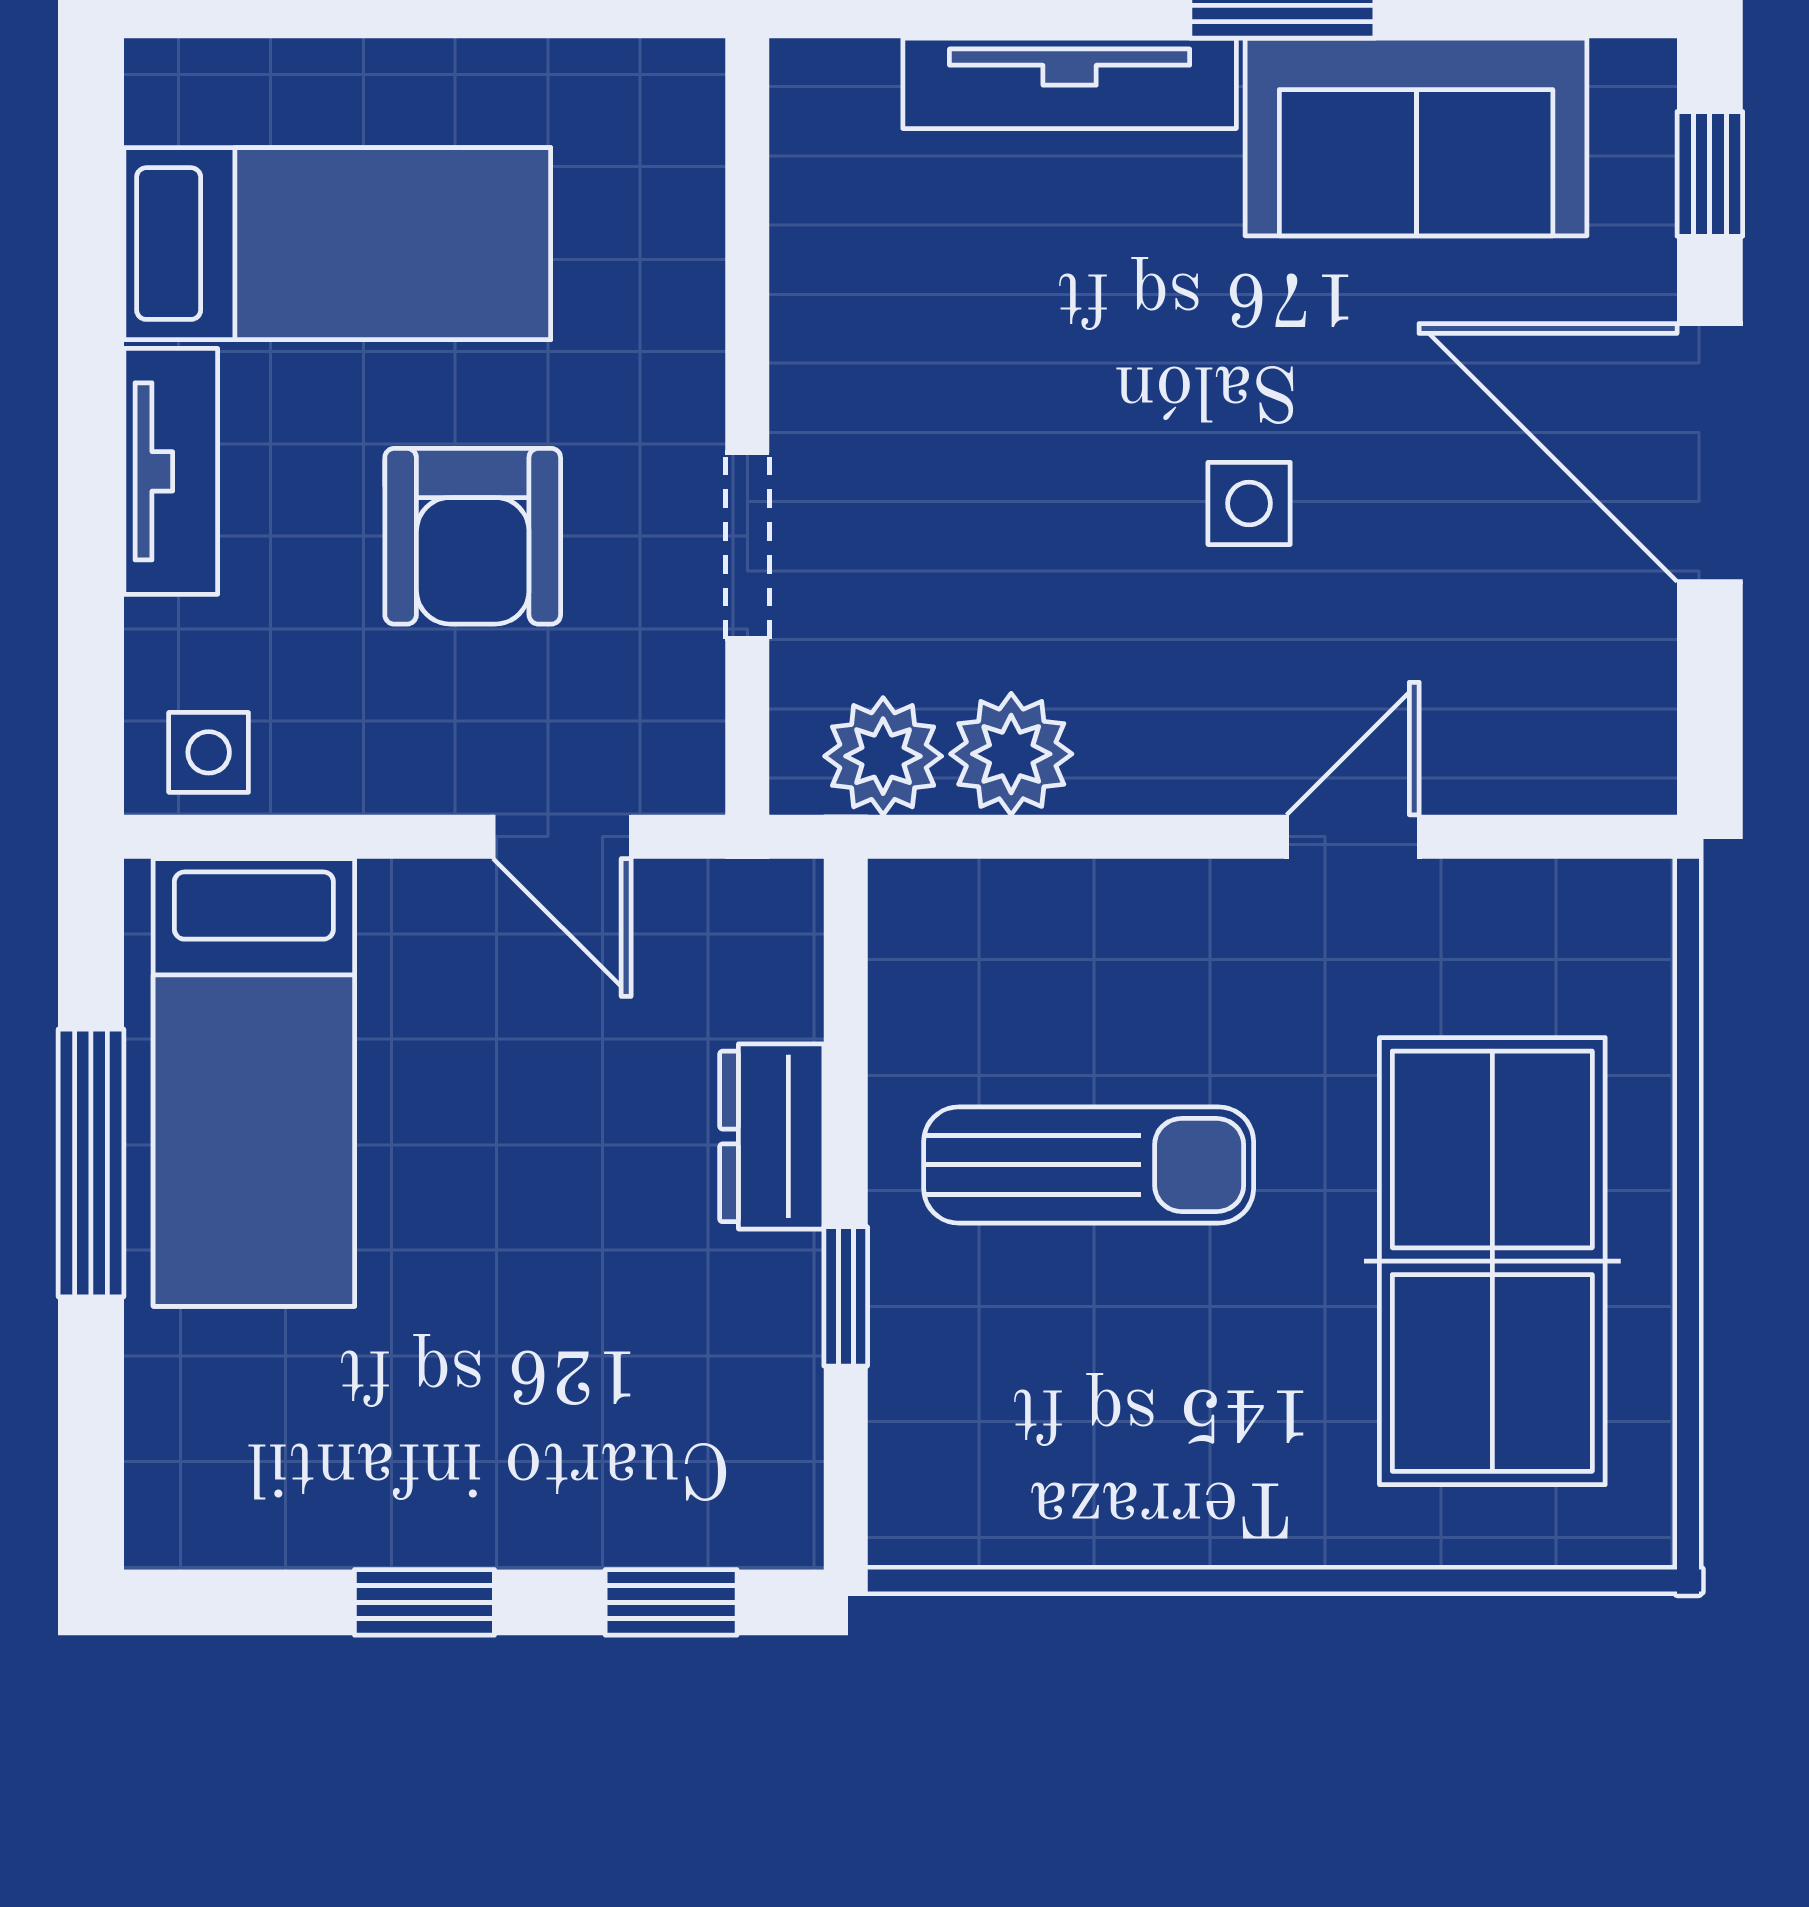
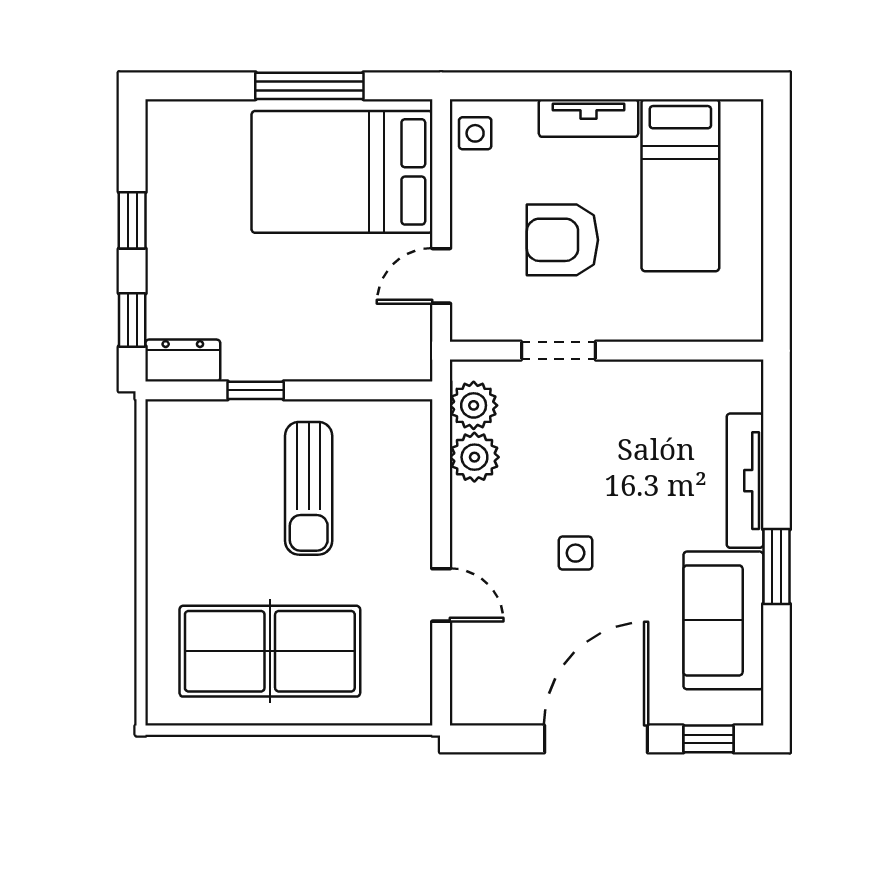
bed: (254, 1082) -> (342, 172), width x1.50
dresser: (772, 1136) -> (183, 360), moved

